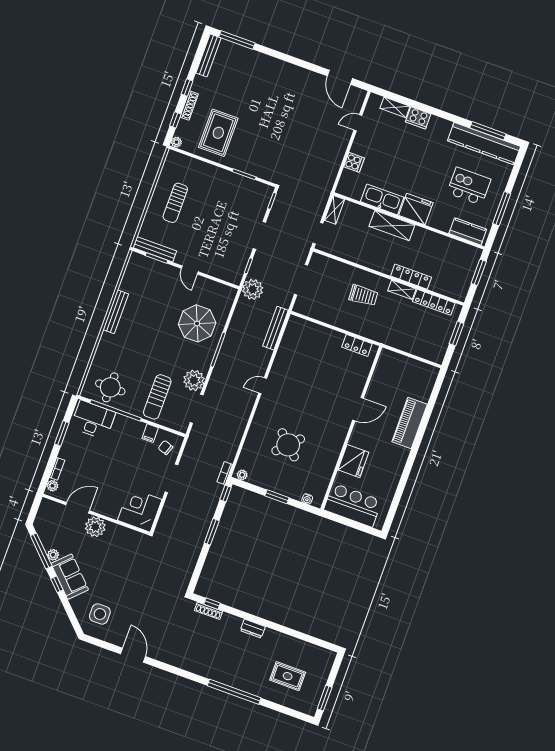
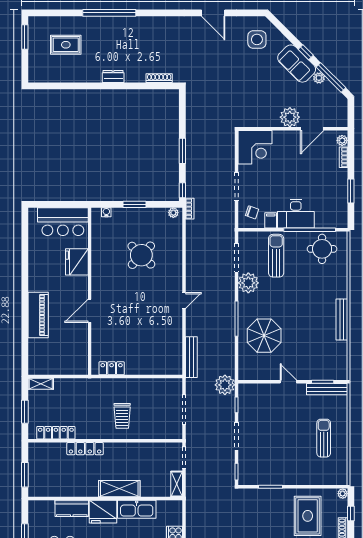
kitchen counter: (468, 231) -> (72, 508), moved
shelving: (402, 290) -> (41, 384), moved
trolley: (363, 295) -> (122, 416), turned -86
desk: (93, 420) -> (296, 214), moved
window: (212, 604) -> (158, 86), removed

